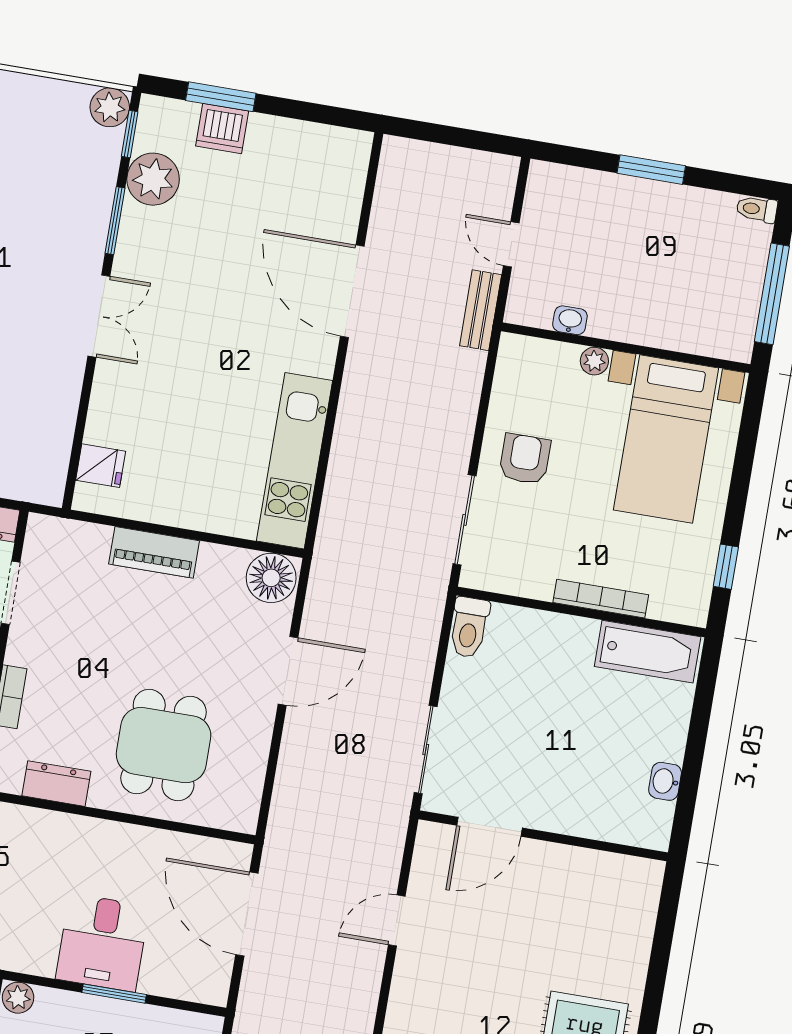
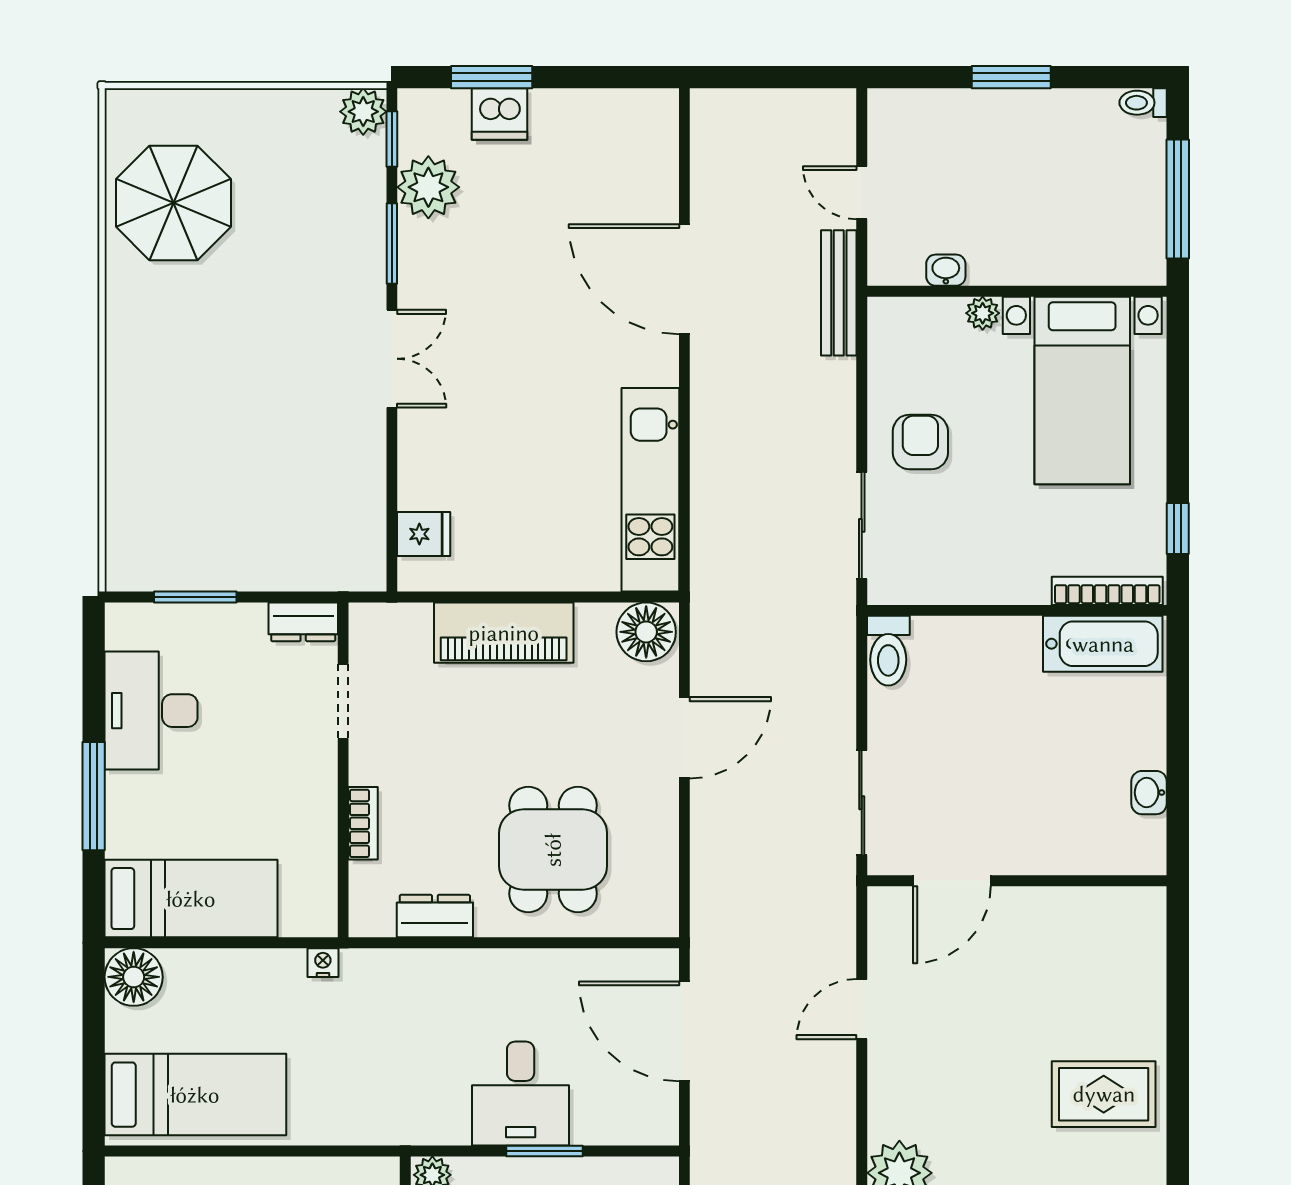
bench: (481, 310) -> (839, 293), width x1.36
piano: (154, 552) -> (504, 633), width x1.37, depth x1.33
bookcase: (601, 599) -> (1107, 591), moved

